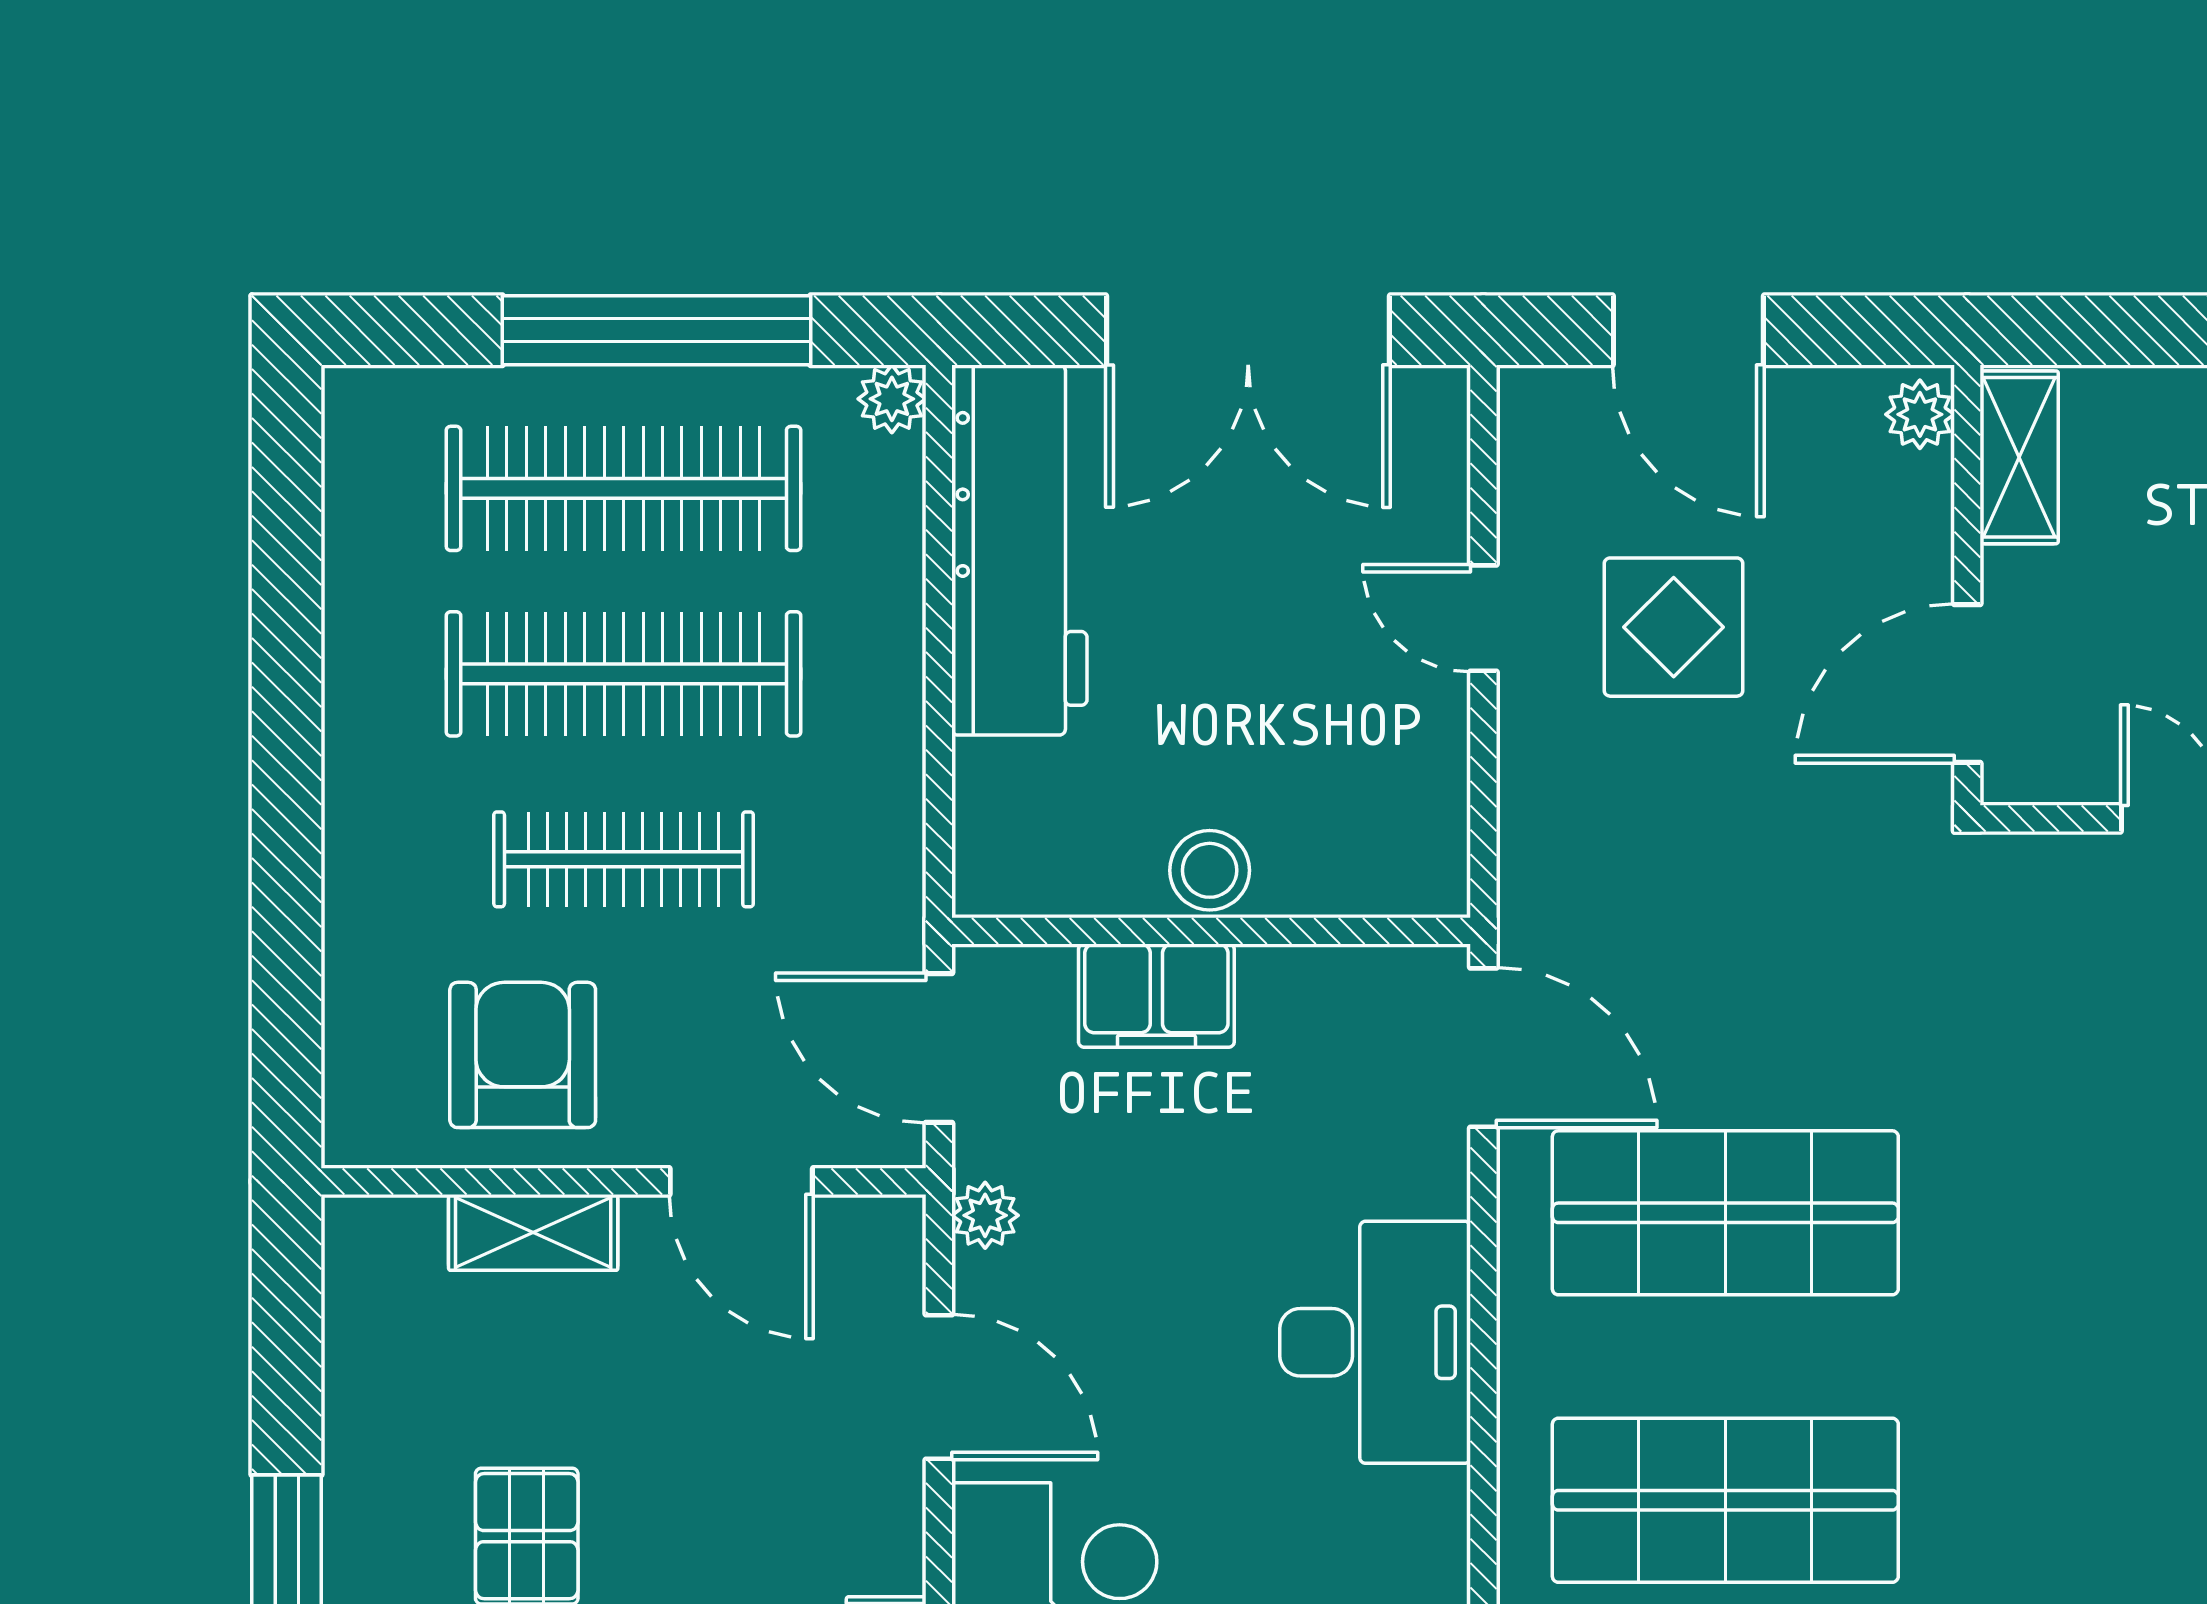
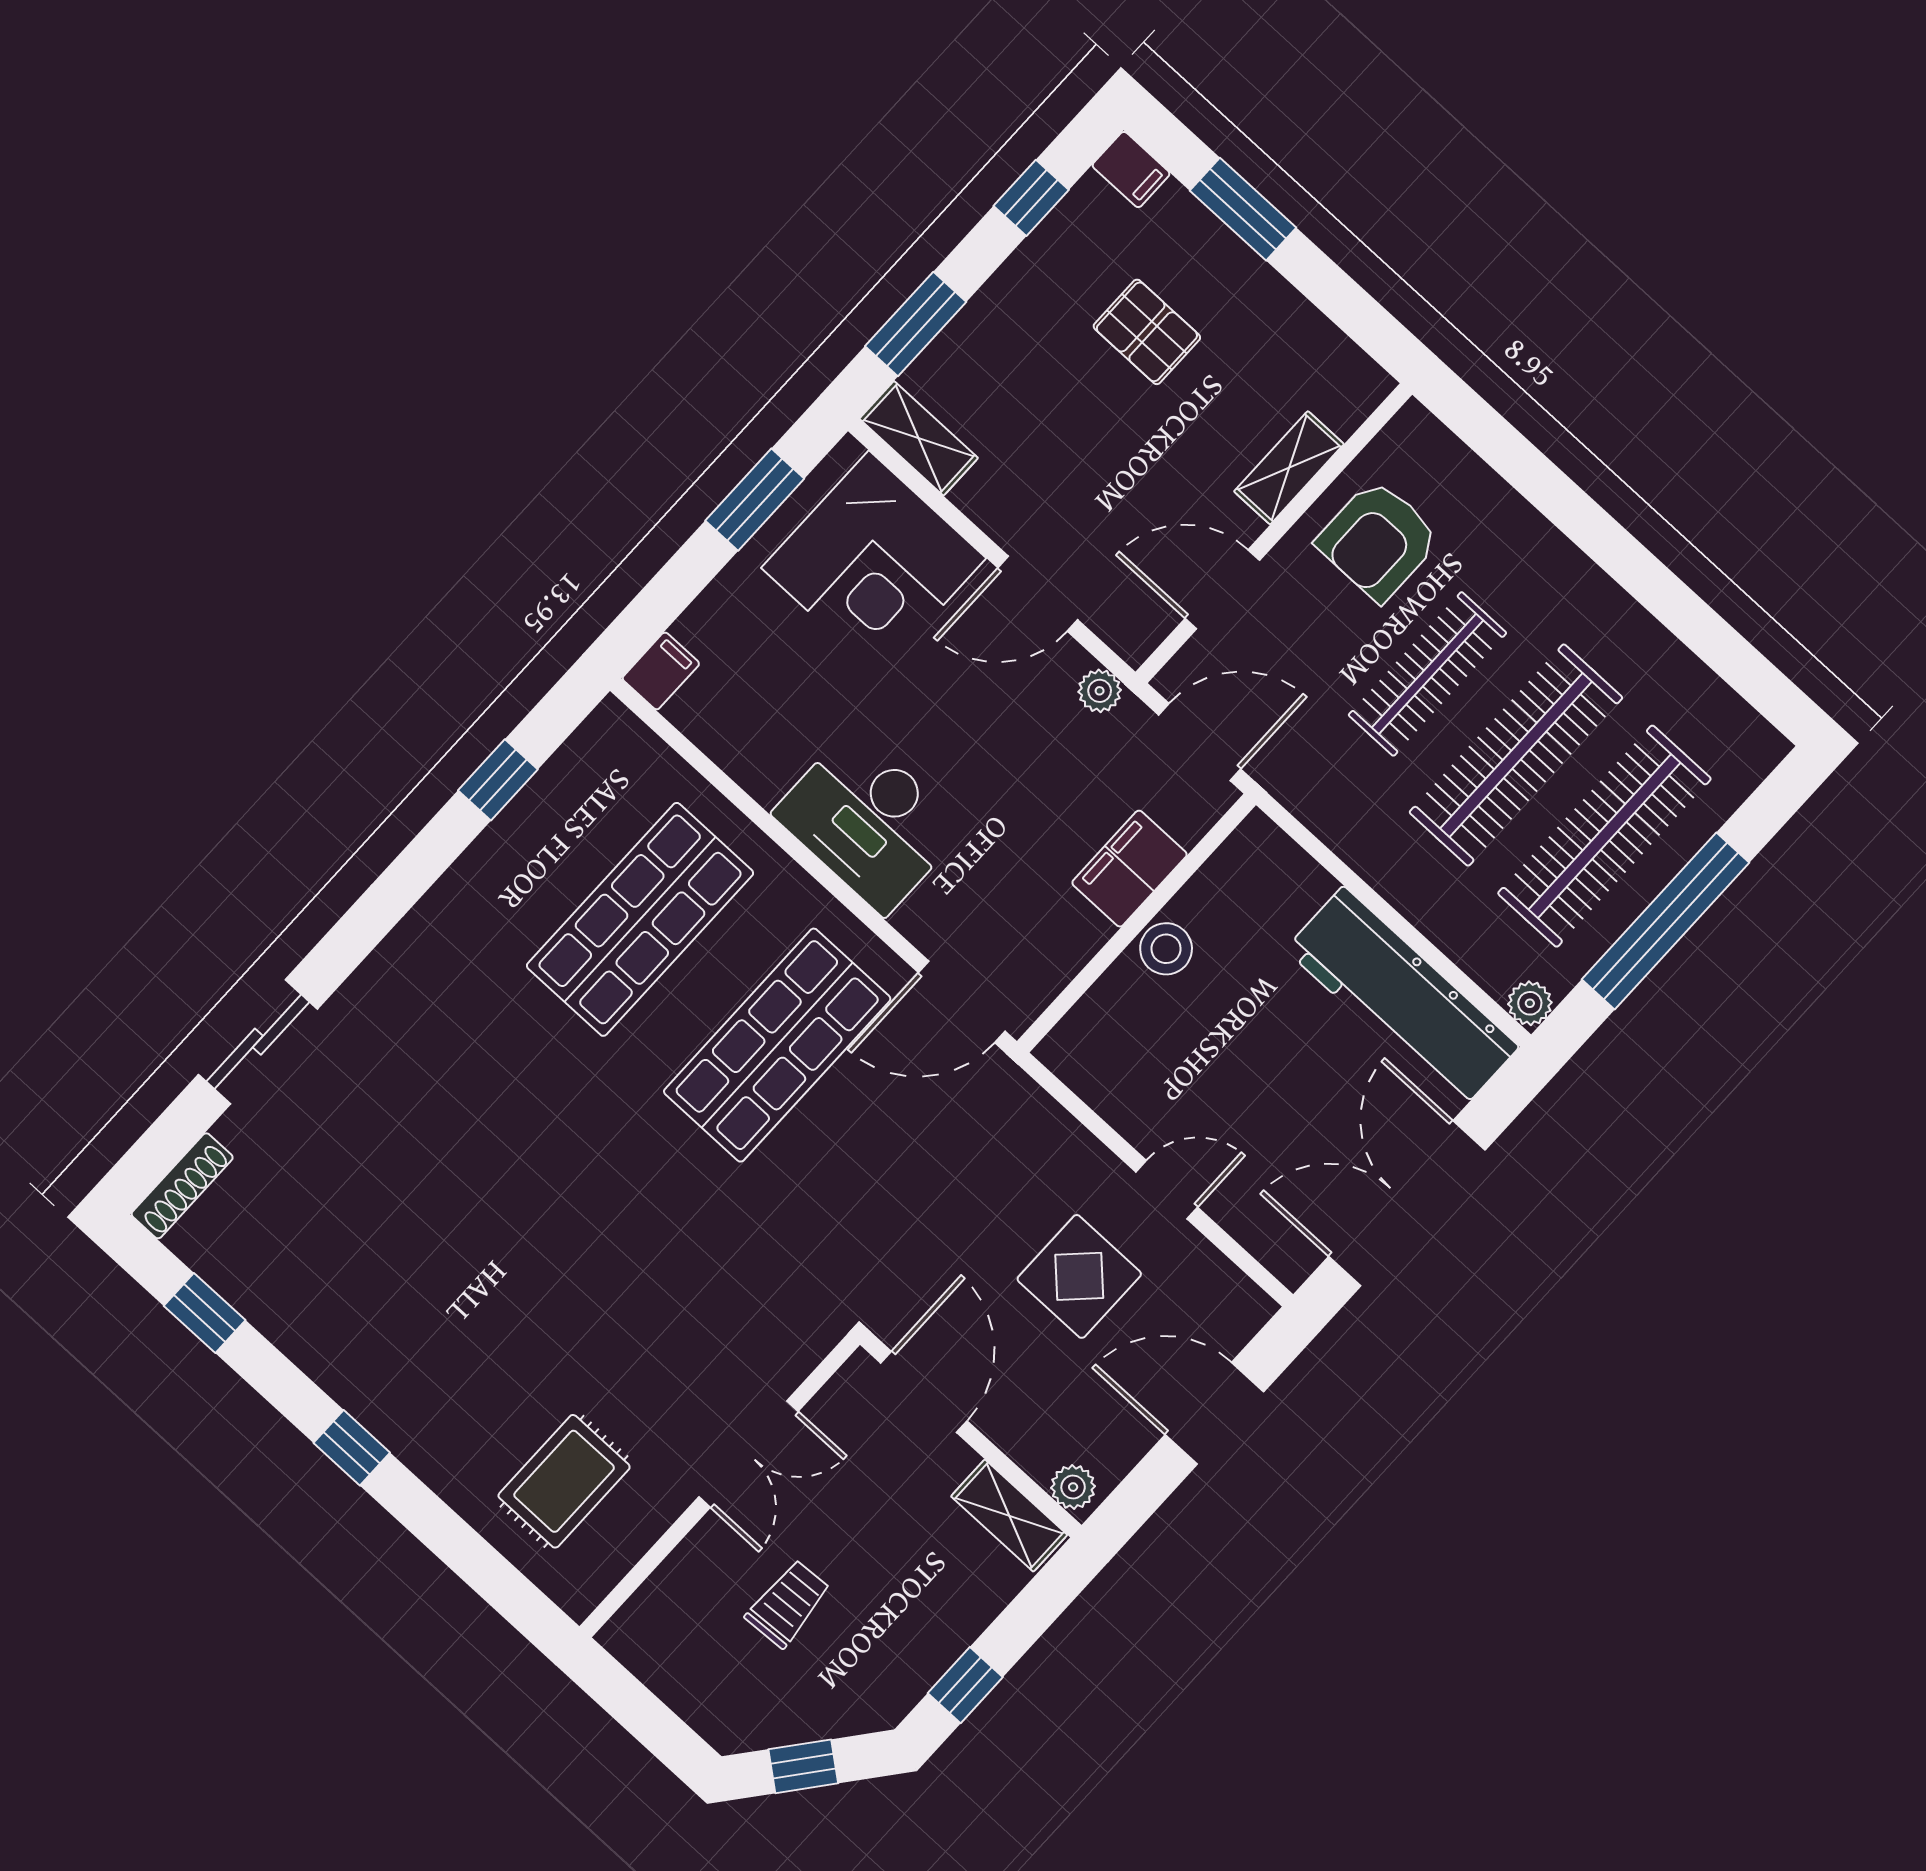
armchair: (523, 1055) -> (1378, 540), turned 90

